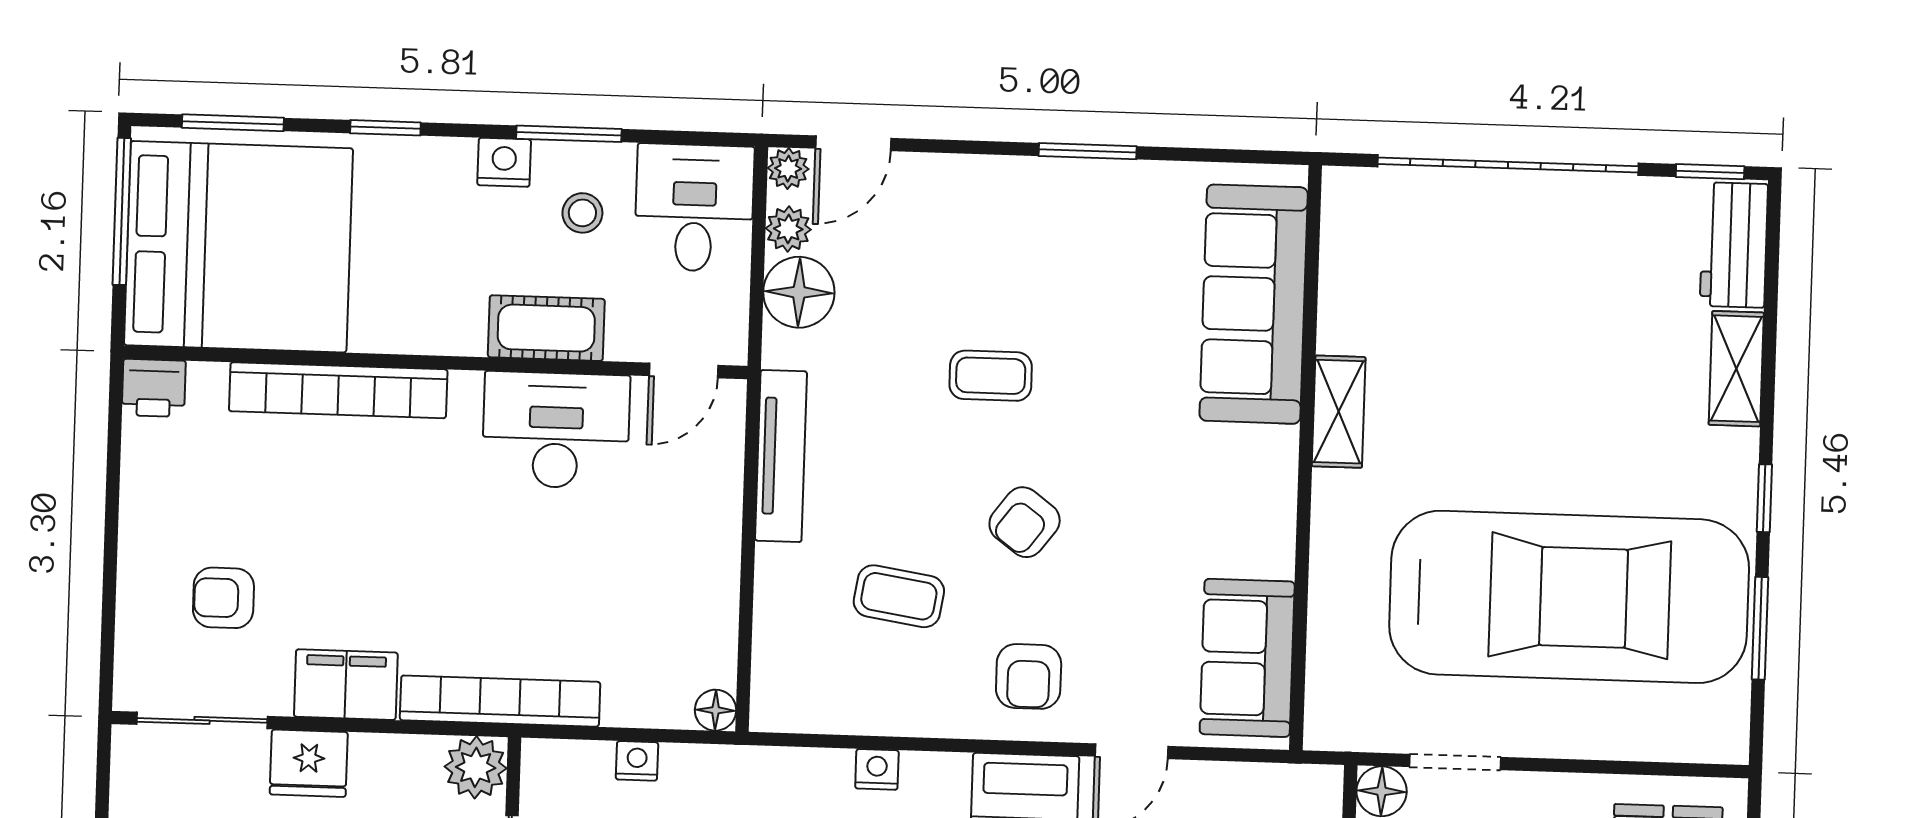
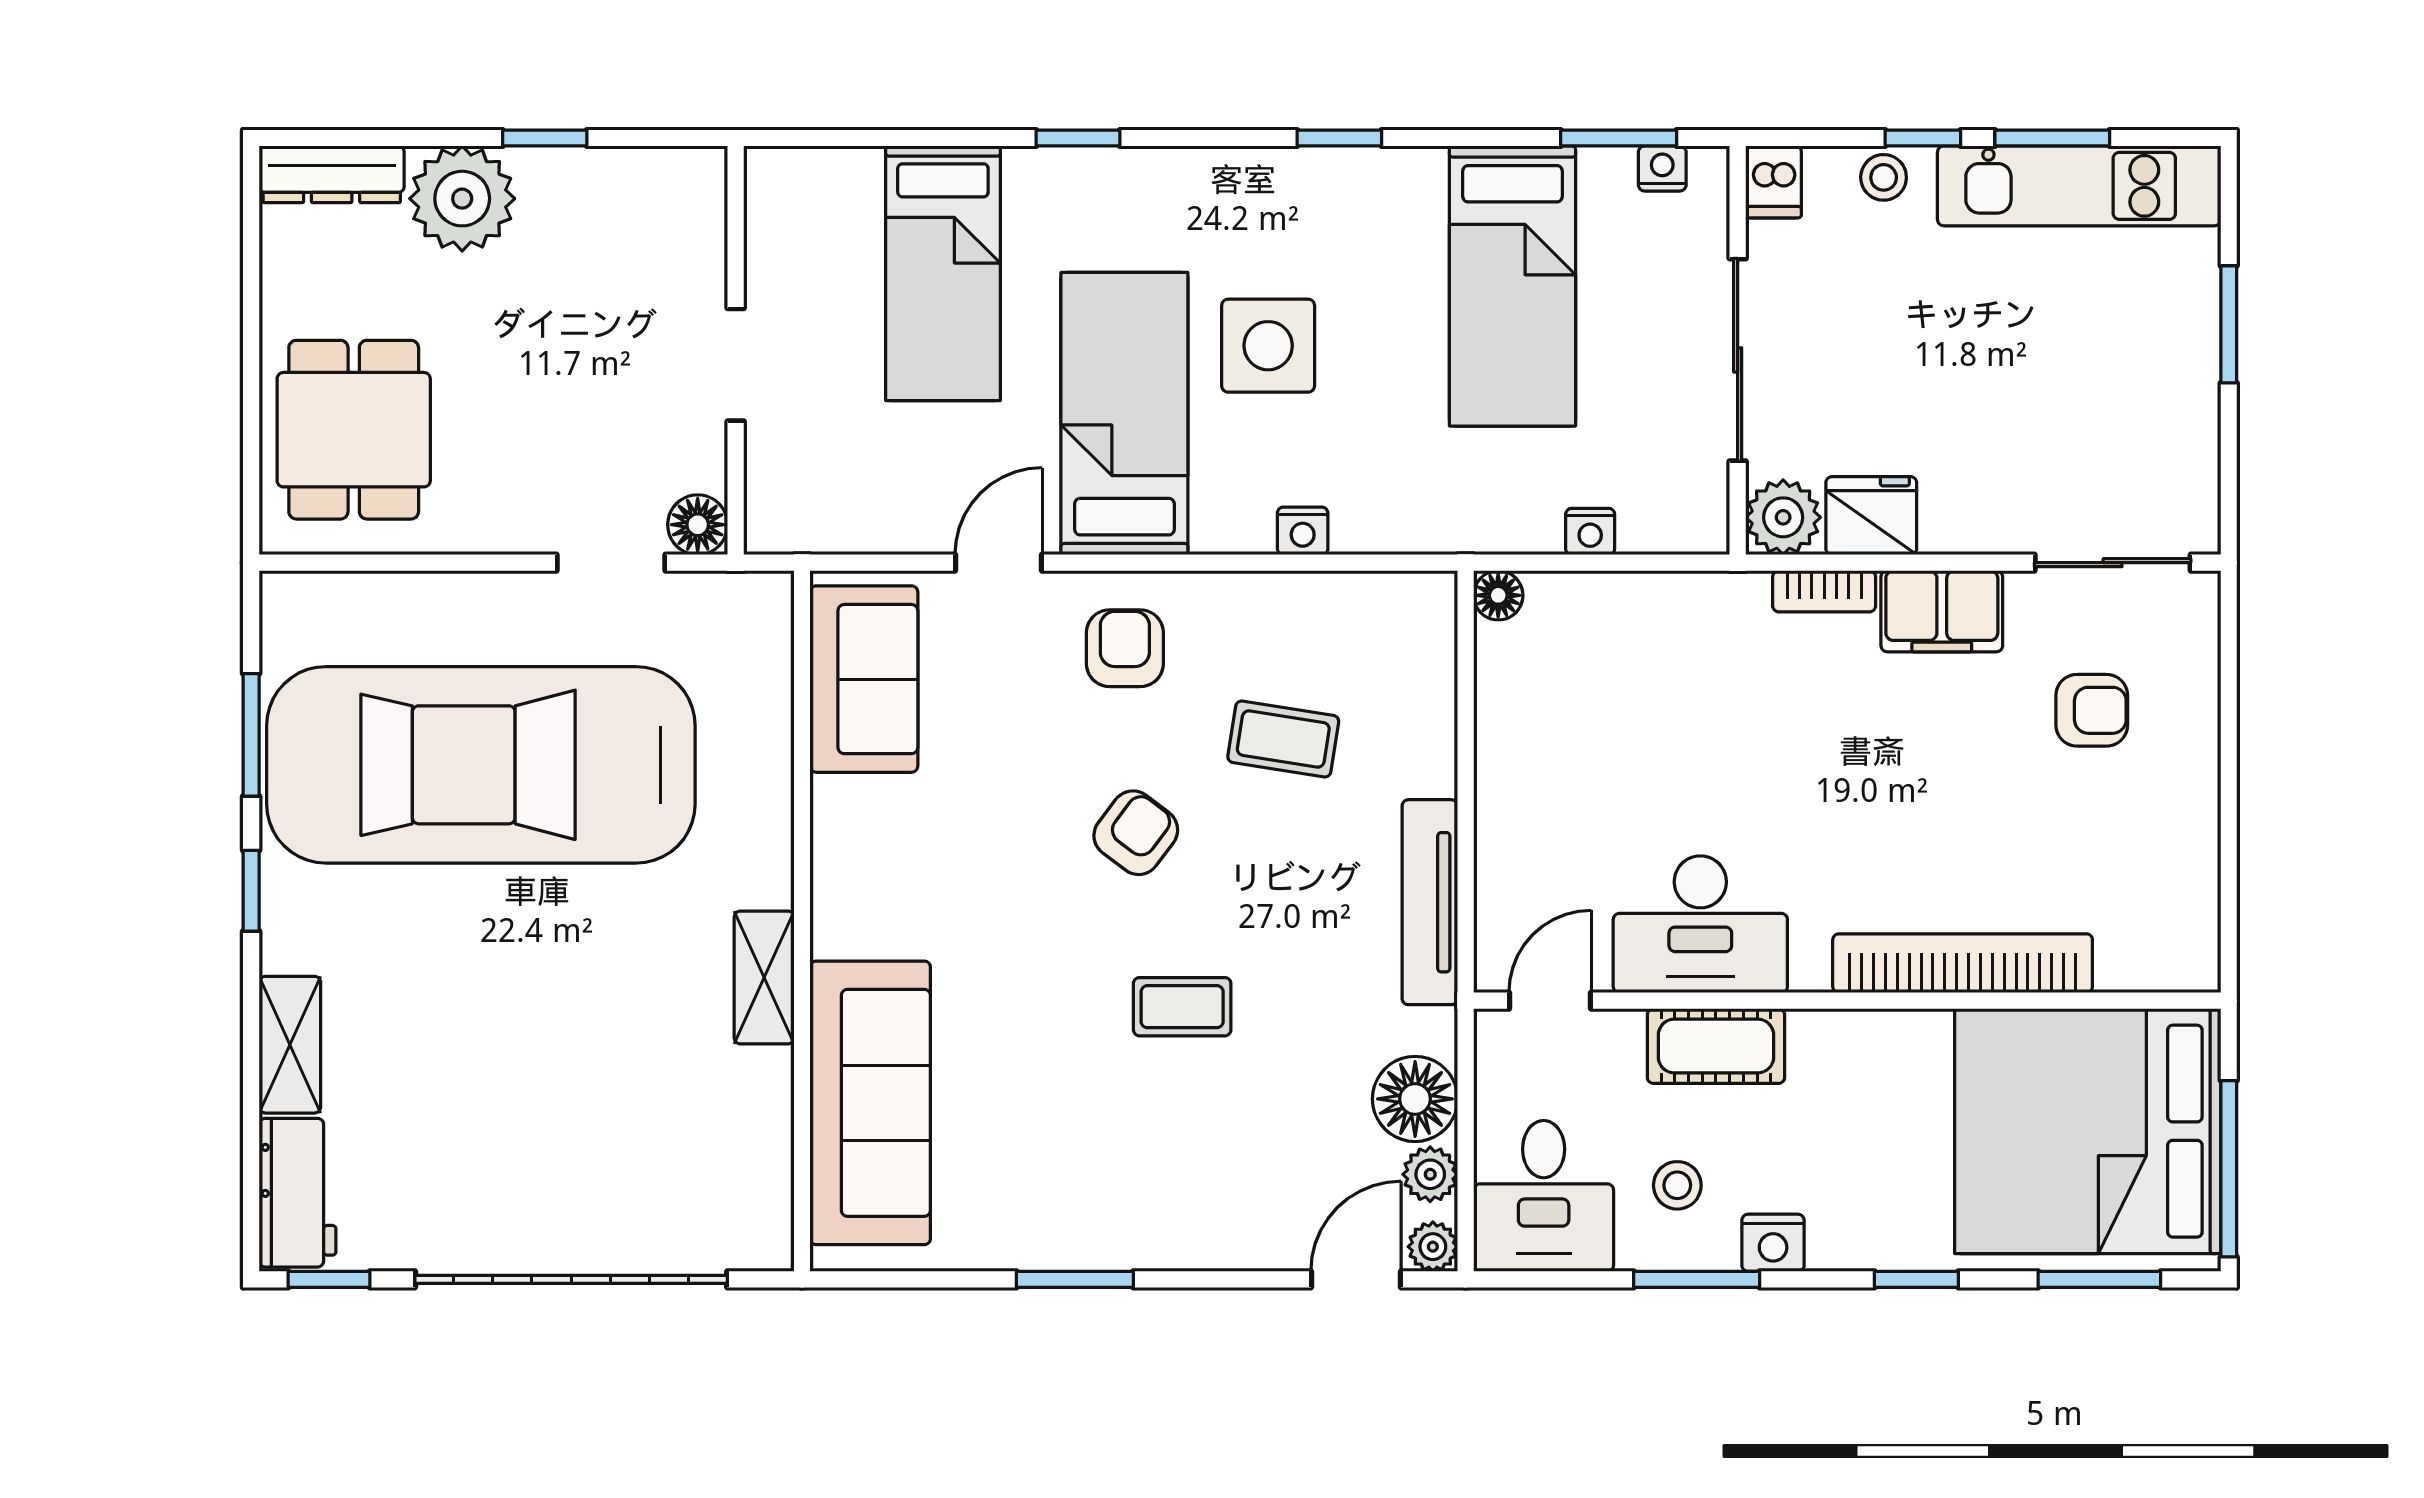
printer: (154, 388) -> (2183, 959), removed
bookcase: (500, 701) -> (1824, 591), width x0.43, depth x0.76
fridge: (309, 763) -> (1871, 516), moved

